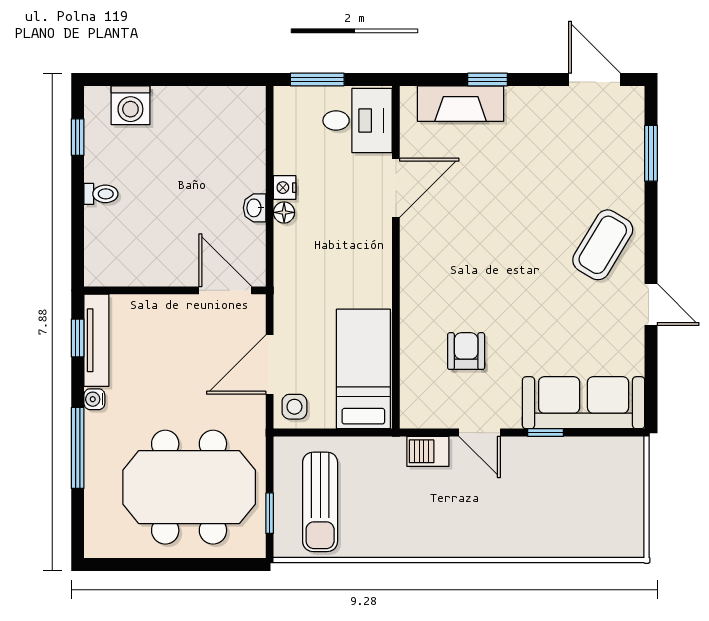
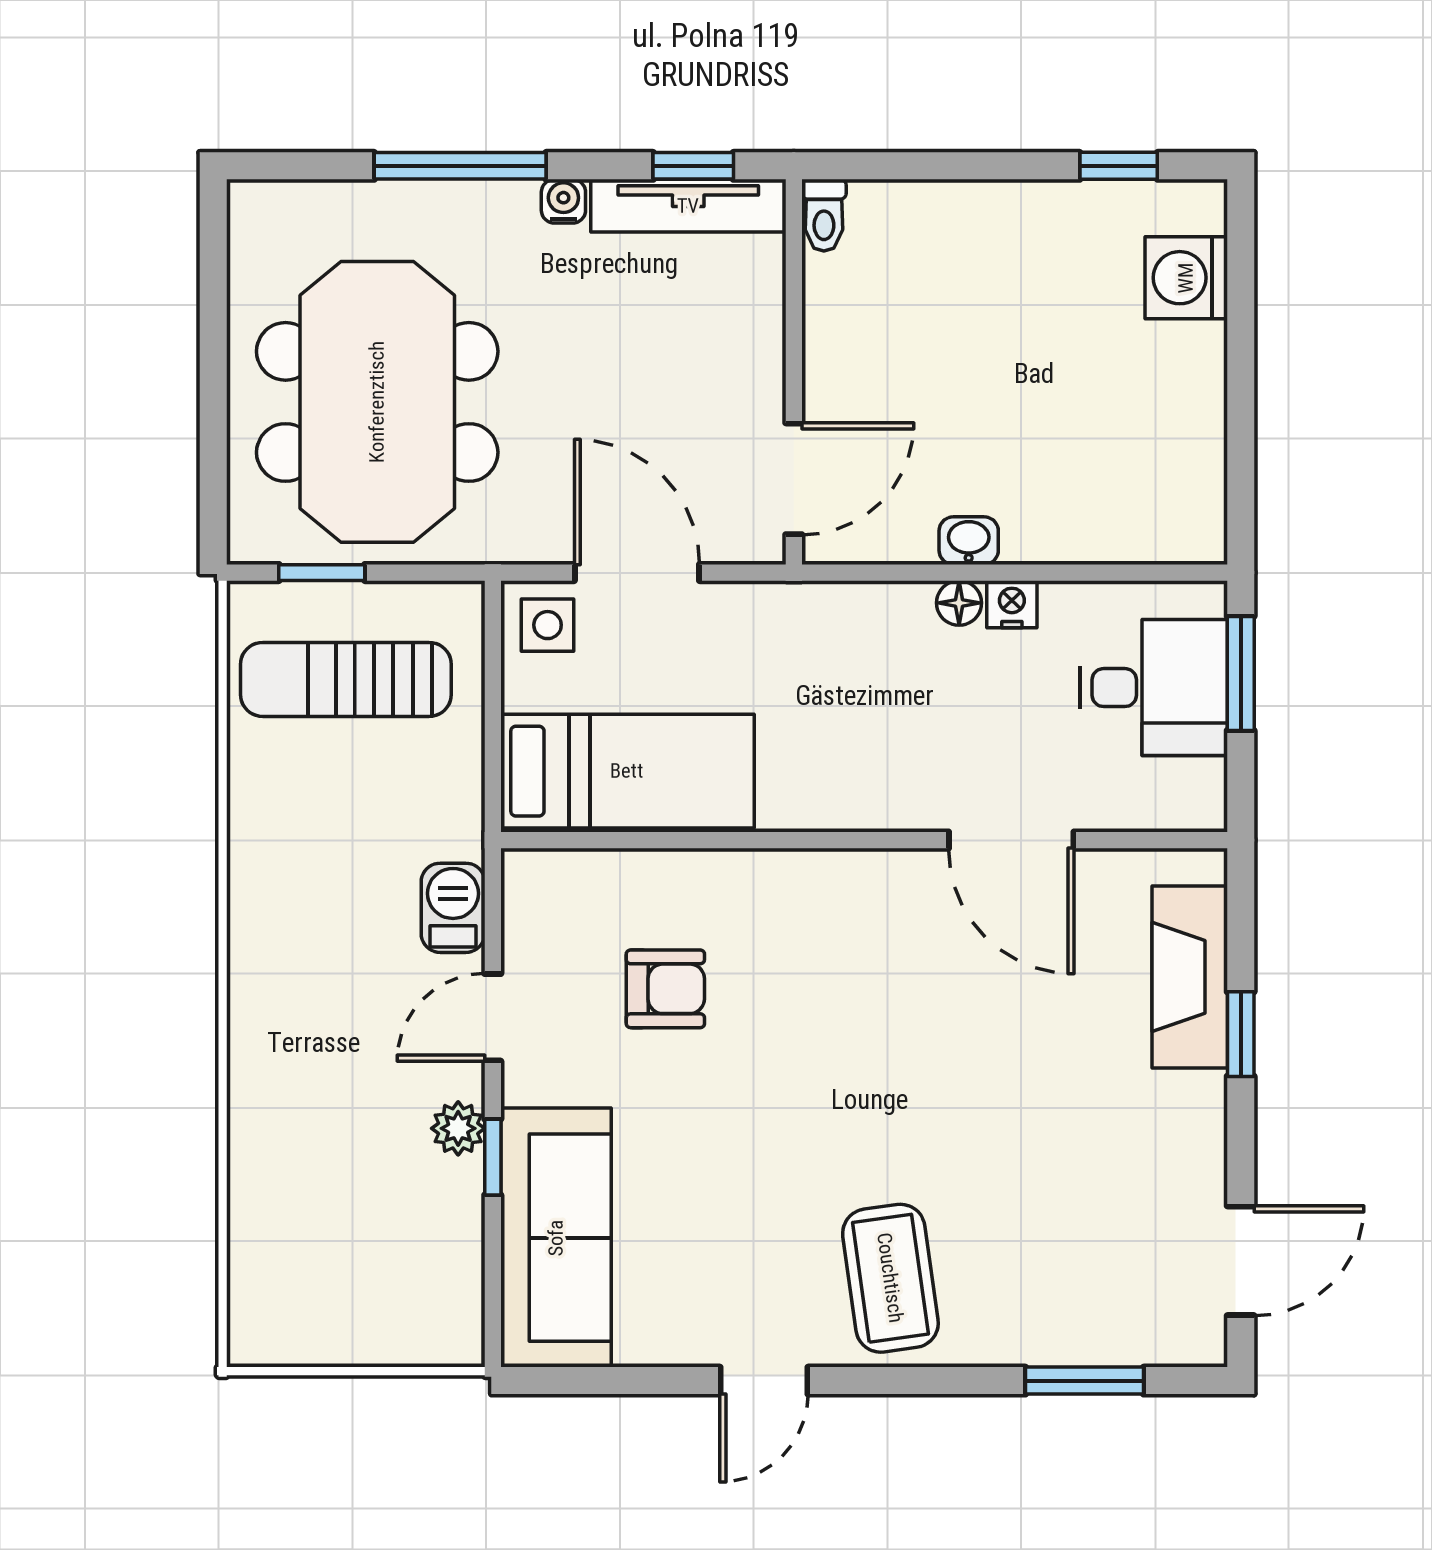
desk: (357, 121) -> (1154, 688), moved, turned -90
toilet: (101, 194) -> (824, 215), moved
coffee table: (603, 245) -> (890, 1278), turned 51
plant: (532, 449) -> (458, 1128), added

